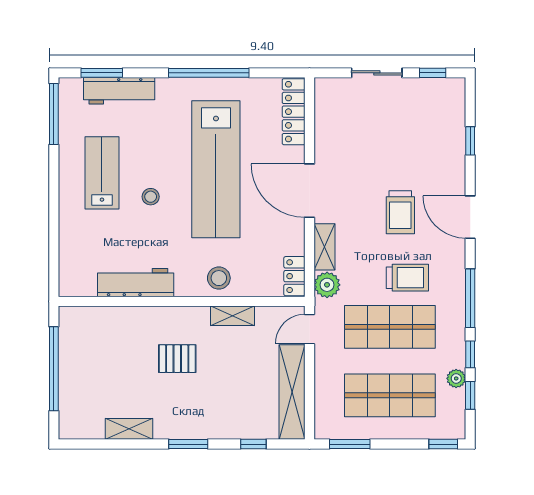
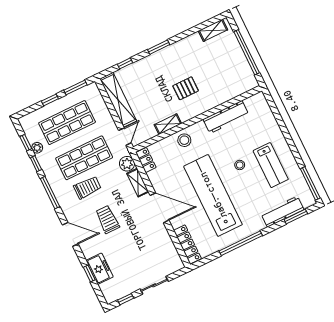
freezer: (450, 141) -> (100, 269), added
trolley: (407, 278) -> (87, 187), turned 180
shelving: (129, 429) -> (213, 30), moved
window: (443, 444) -> (50, 100), moved

